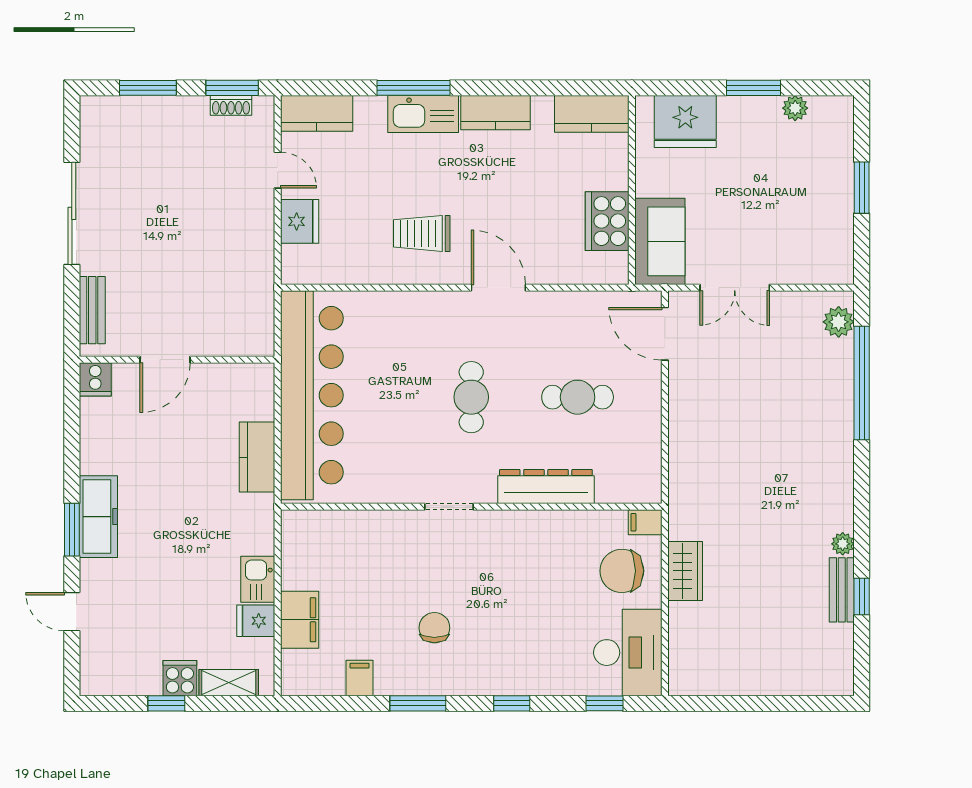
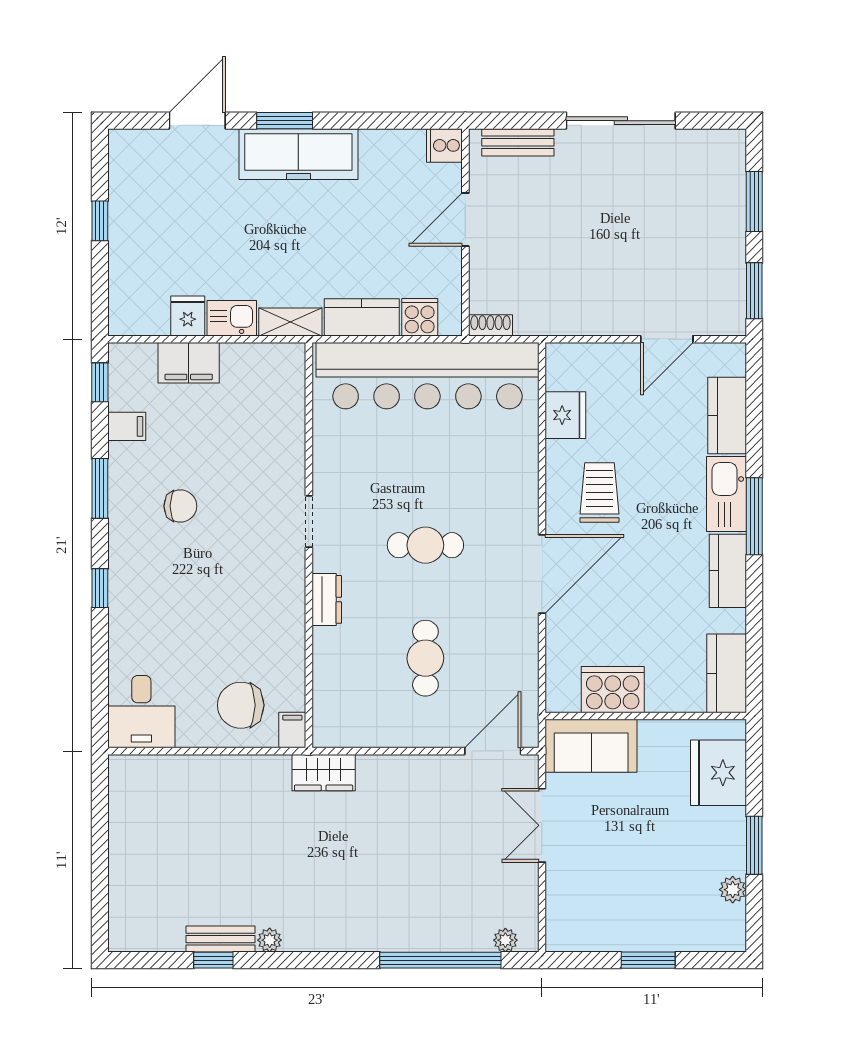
window: (413, 88) -> (754, 516), moved
shoe rack: (231, 105) -> (490, 325), moved, turned 90
kitchen counter: (317, 113) -> (727, 416), moved
door: (278, 170) -> (667, 339), width x1.38
fridge: (300, 221) -> (565, 415), moved, turned -90
door: (498, 288) -> (542, 574), width x1.36
plant: (839, 322) -> (505, 940), width x0.73, depth x0.73
door: (165, 360) -> (465, 220), hinge flipped
dresser: (546, 487) -> (327, 599), width x0.51, depth x0.80
freezer: (98, 517) -> (298, 154), width x1.36, depth x1.26
chair: (622, 571) -> (241, 705), turned -90
wardrobe: (685, 571) -> (324, 773), moved
door: (72, 612) -> (197, 121), width x1.38
desk: (628, 653) -> (141, 712), width x0.73
cooker: (180, 678) -> (420, 317), moved, turned -90
shelving: (229, 683) -> (290, 322), moved, turned 90
window: (605, 703) -> (100, 382), moved

